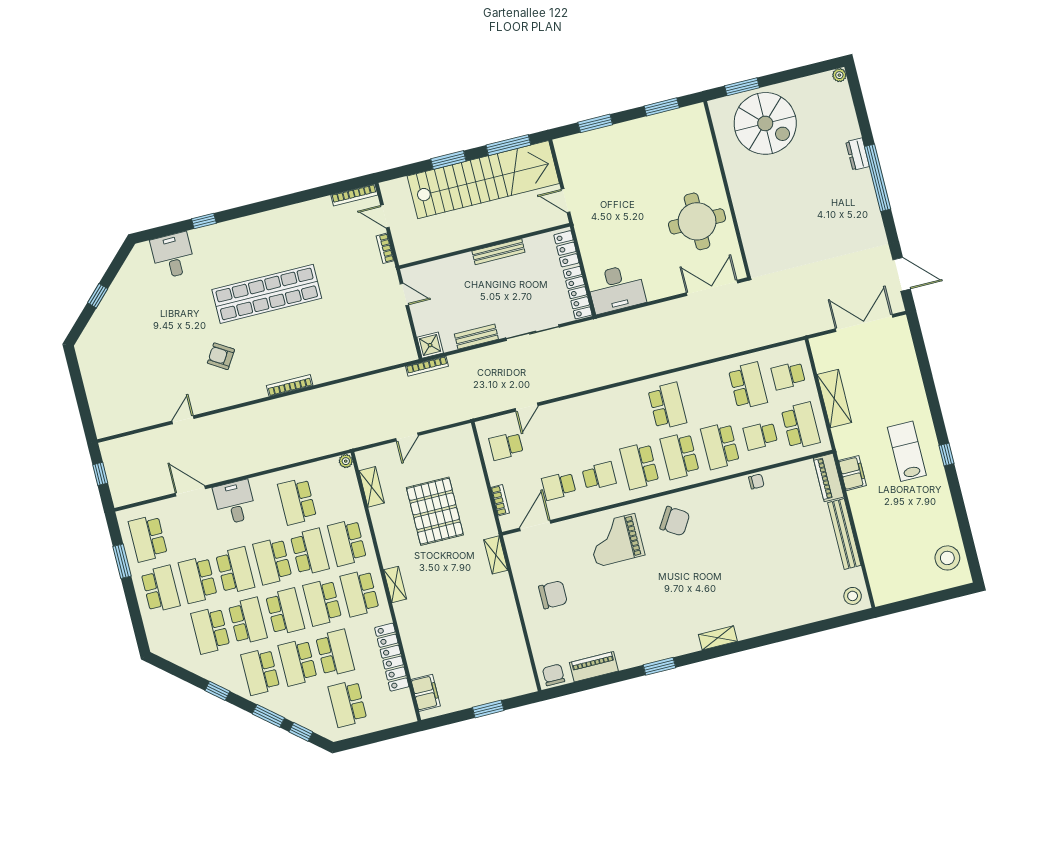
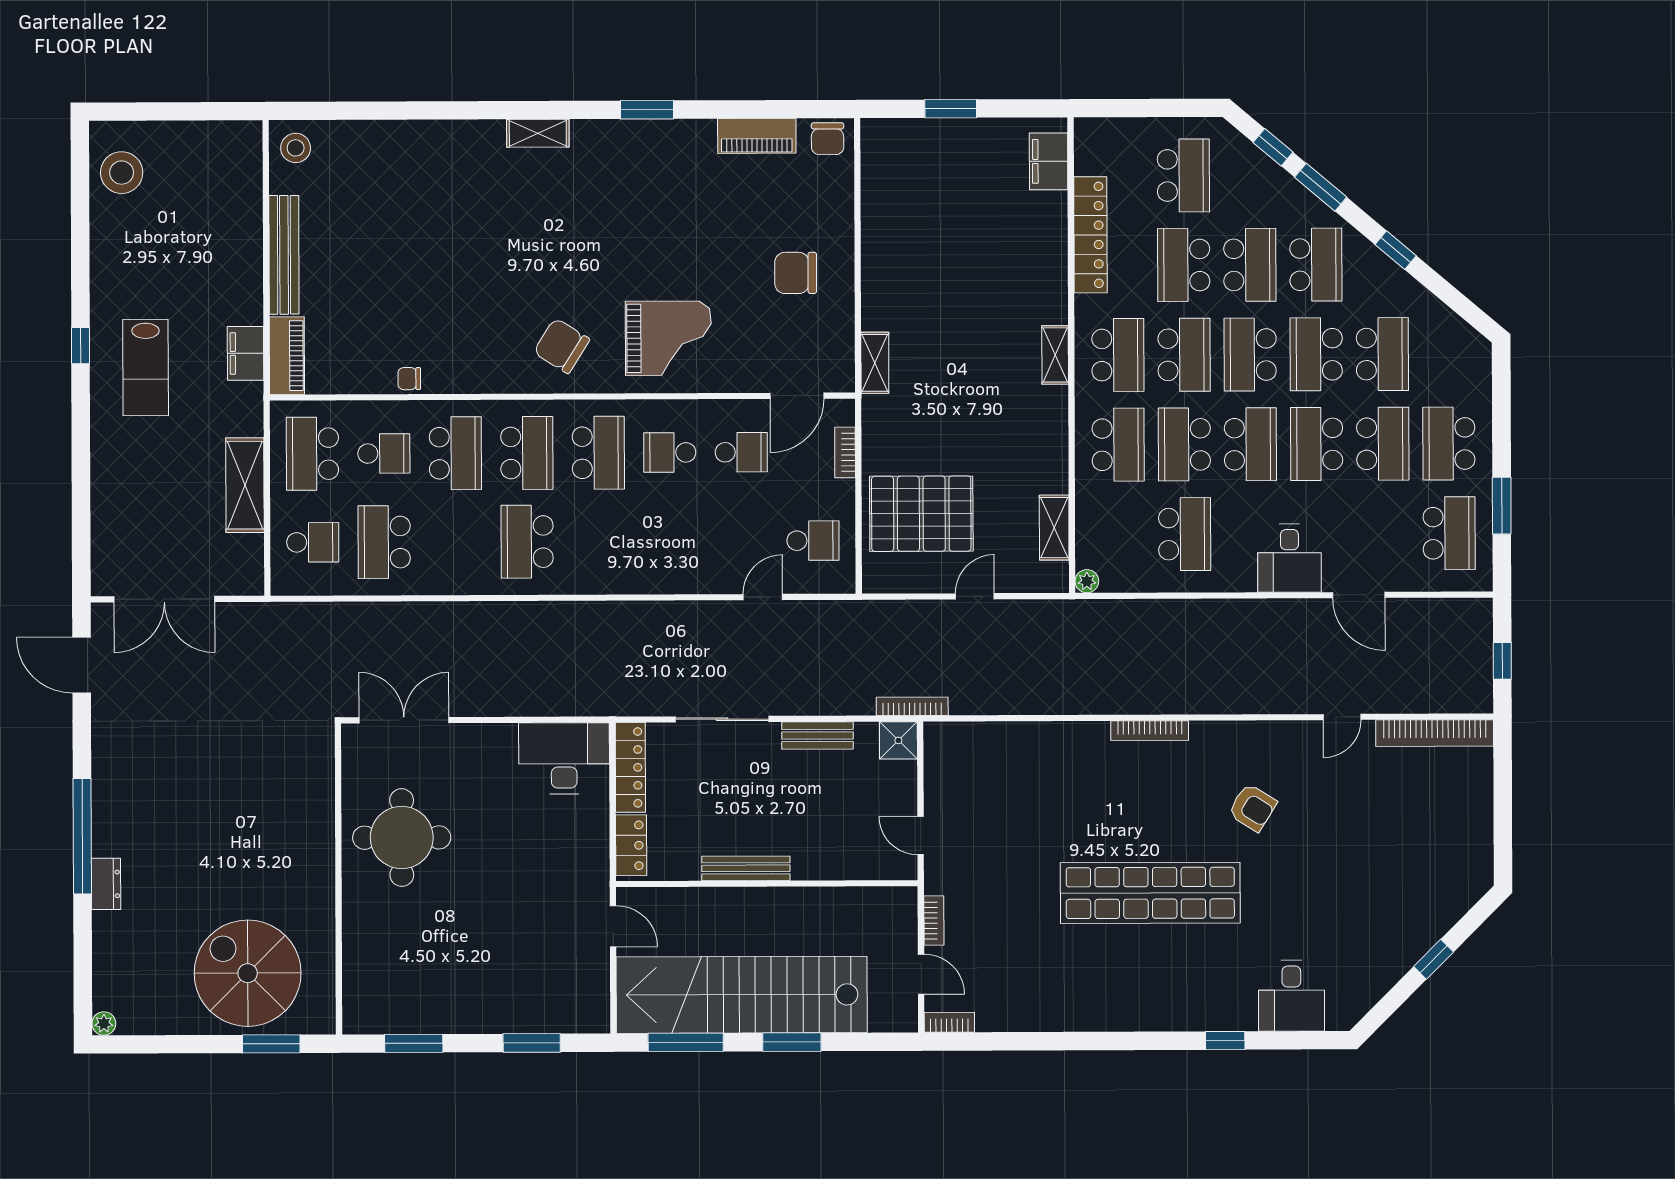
bookcase: (354, 195) -> (949, 1022), width x0.64
double door: (712, 288) -> (404, 720), swing flipped
bookcase: (128, 424) -> (1435, 733), added
pallet: (435, 511) -> (921, 514), moved, turned 90

